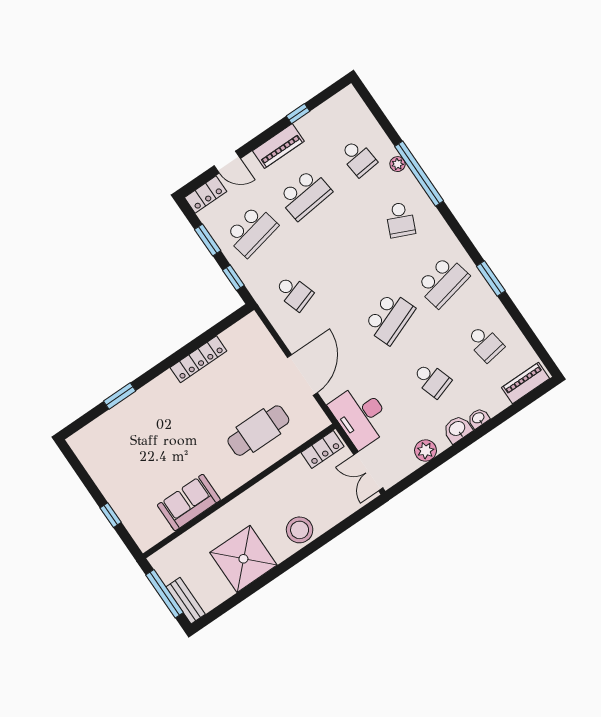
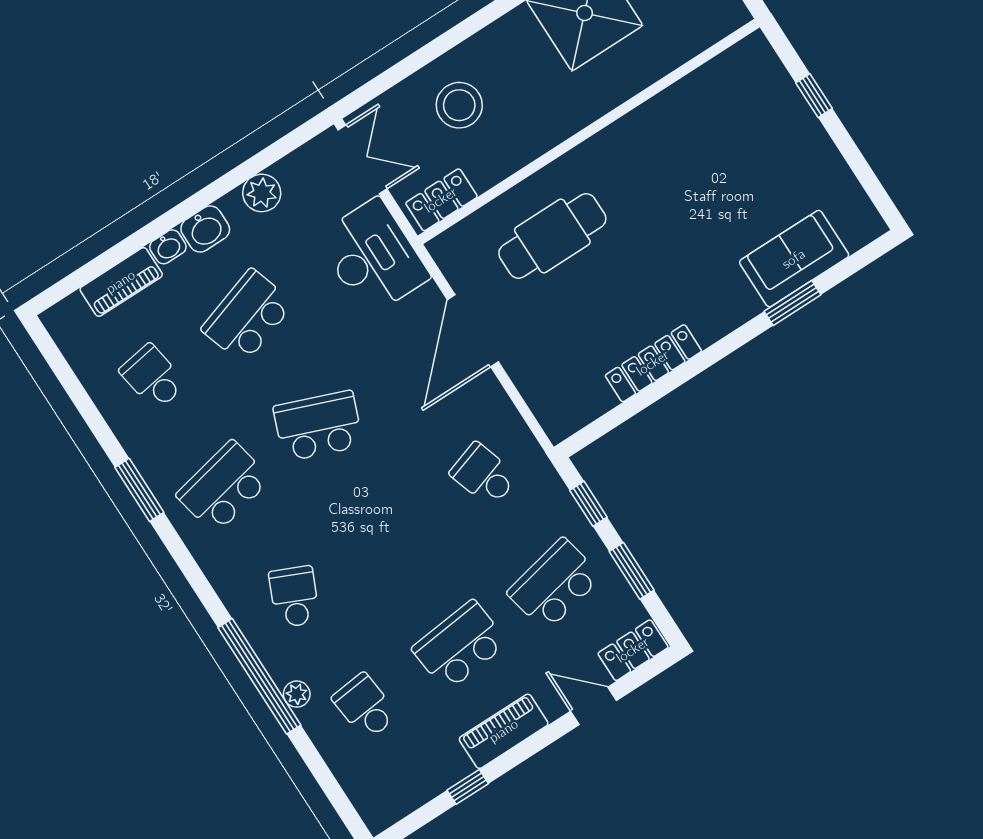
school desk: (389, 318) -> (318, 426), turned 42
school desk: (432, 380) -> (247, 316), width x1.85
piano: (526, 383) -> (121, 282), moved
sofa: (189, 503) -> (794, 259), moved, turned 180
stool: (300, 530) -> (459, 105), moved

